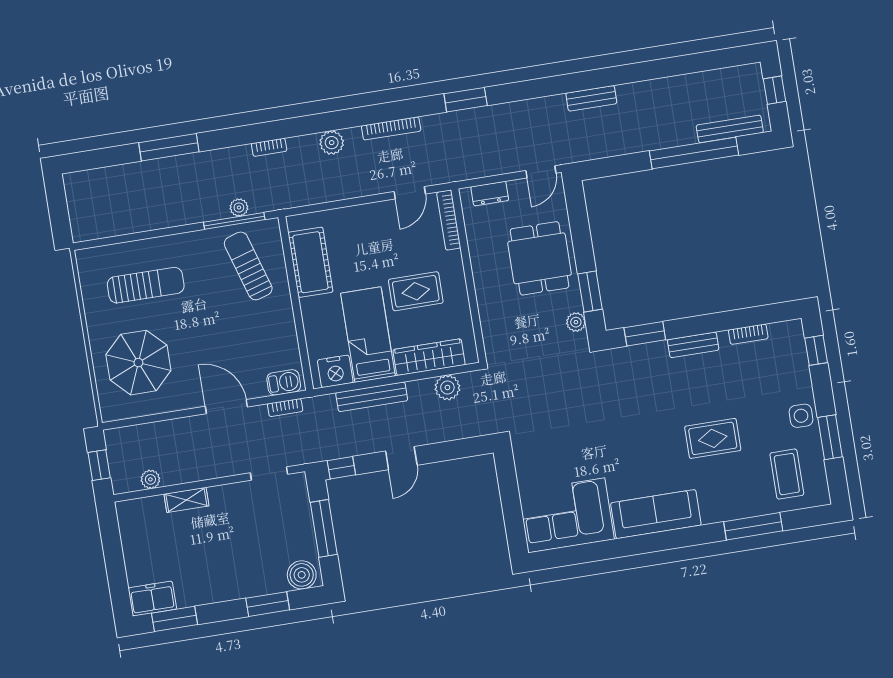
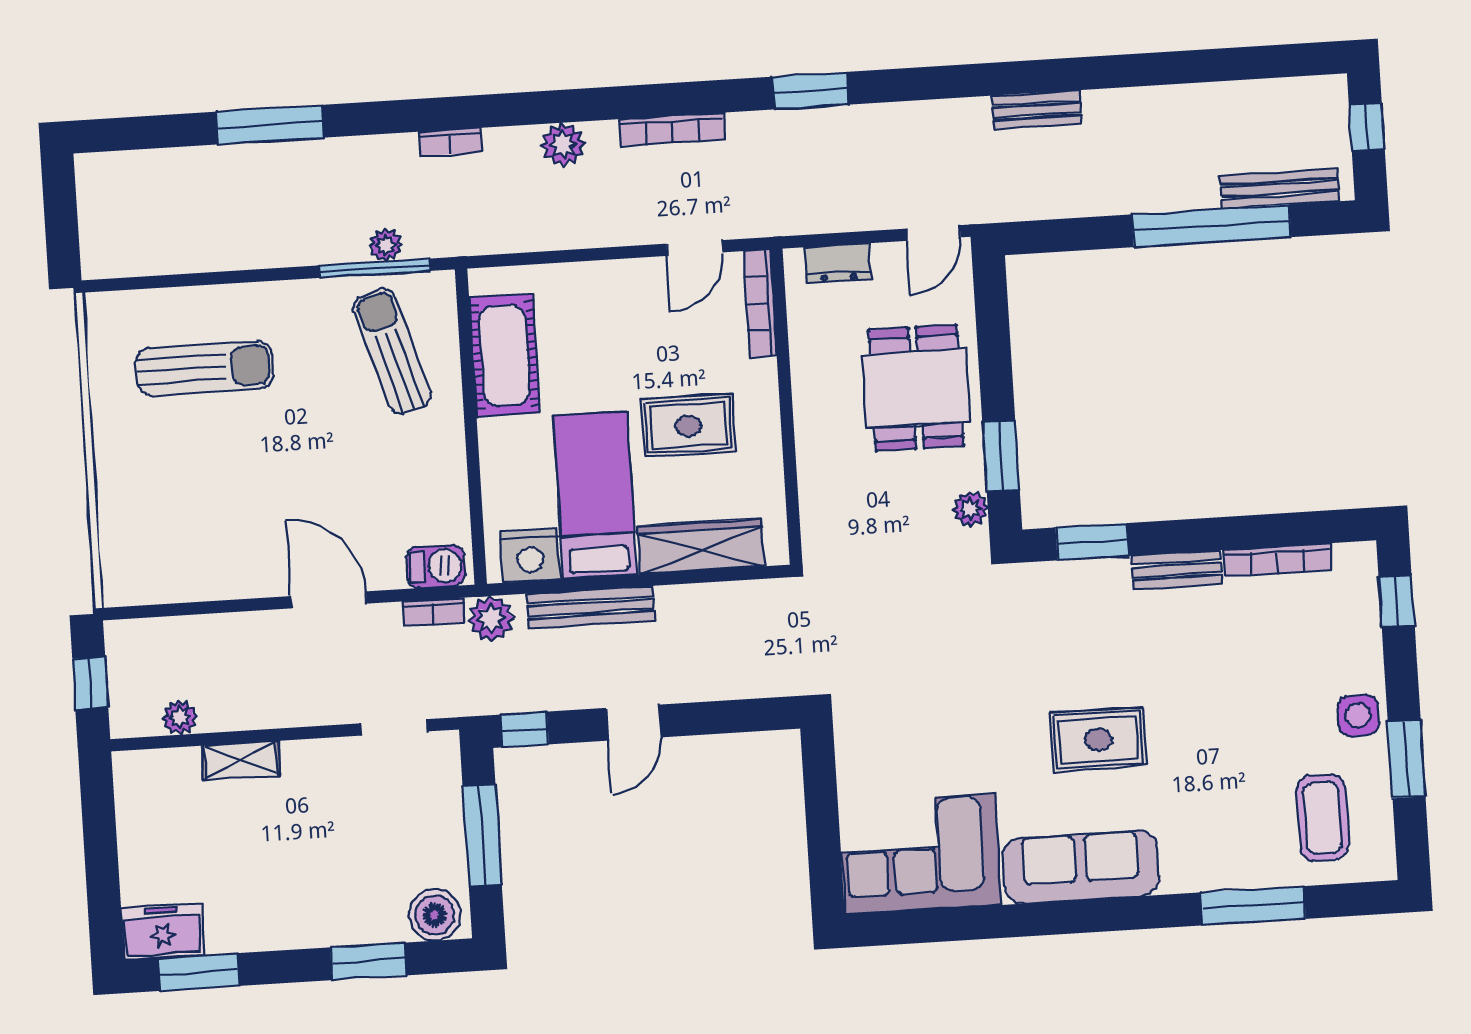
bookcase: (748, 334) -> (1277, 560), width x1.56
parasol: (138, 363) -> (178, 506), removed
plant: (447, 388) -> (491, 619), moved
rug: (713, 438) -> (1098, 740), moved

